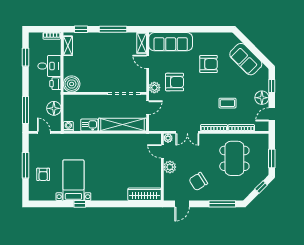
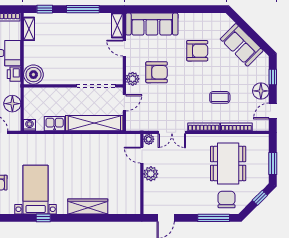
chair: (198, 181) -> (227, 200), moved, turned 122
wardrobe: (145, 194) -> (88, 206), moved

